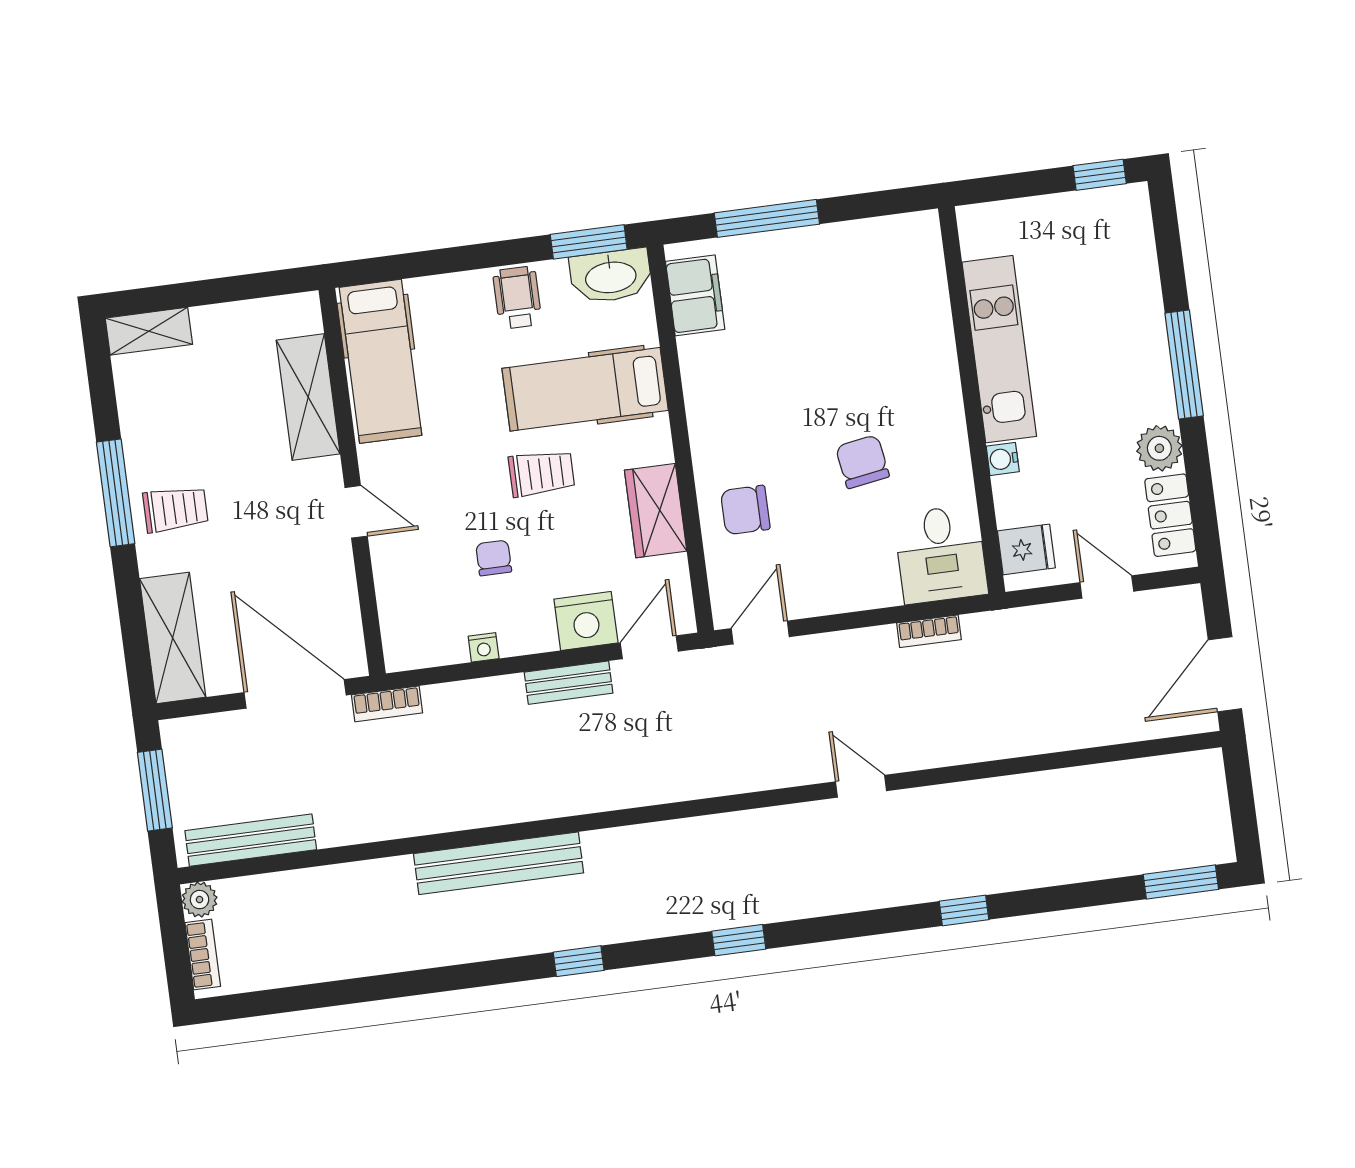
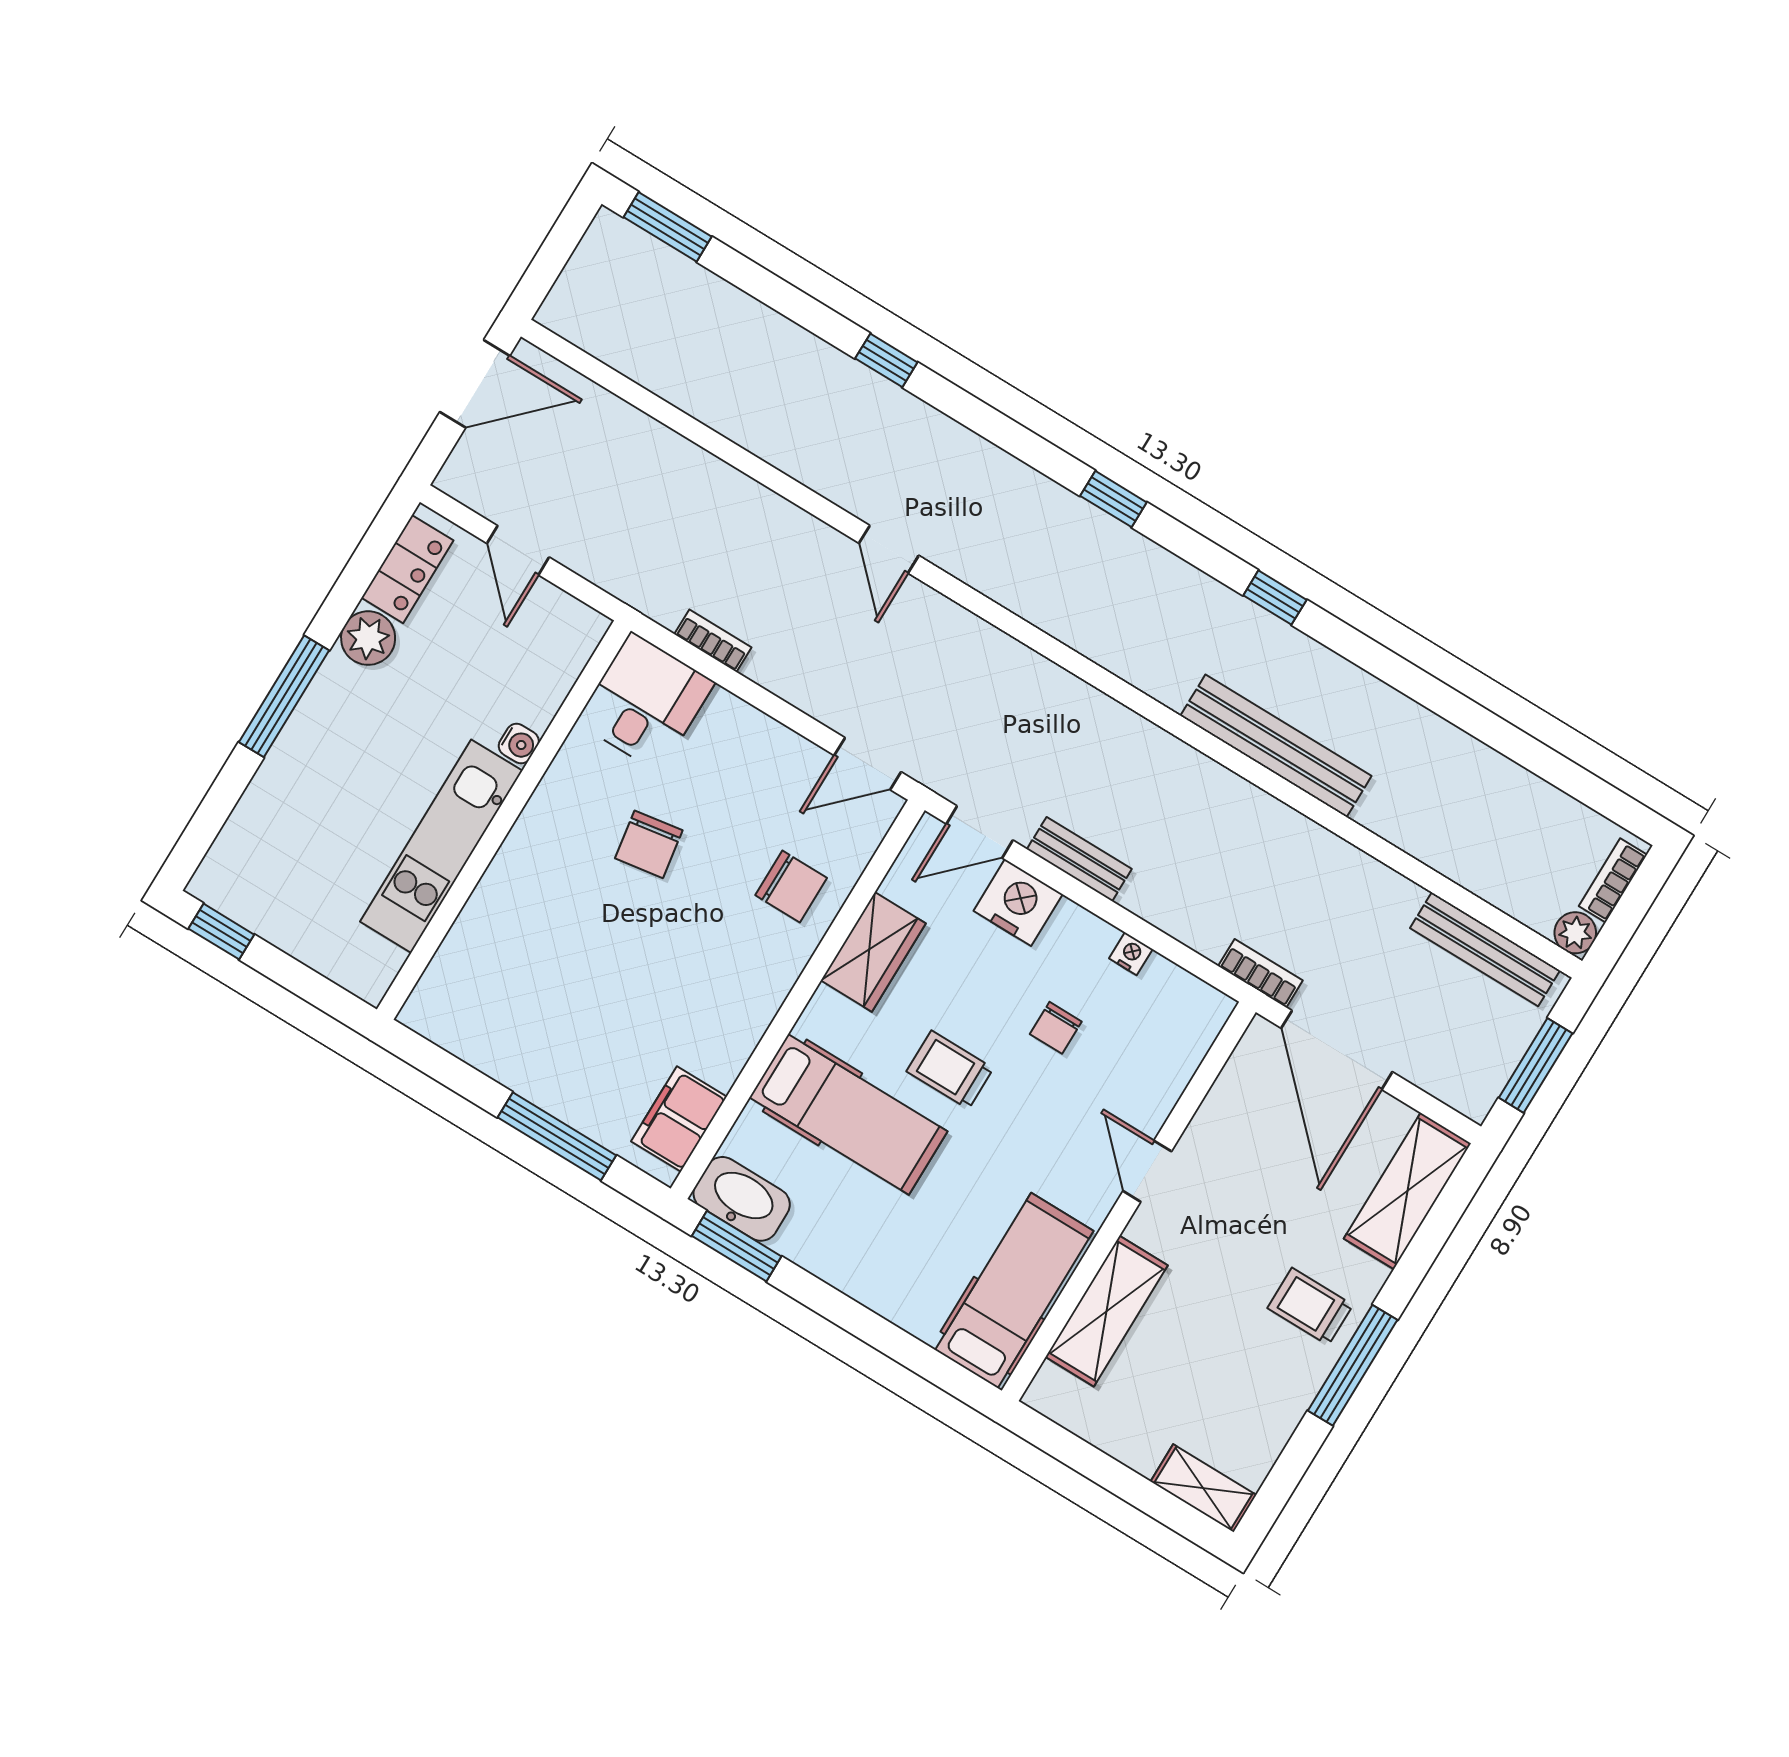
wheelchair: (517, 298) -> (843, 1248), removed
fridge: (1026, 549) -> (564, 644), removed

